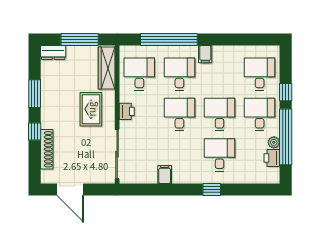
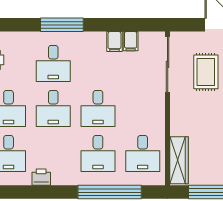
filing cabinet: (205, 54) -> (131, 41), moved, turned 180
rug: (91, 109) -> (206, 72), moved
printer: (127, 111) -> (41, 177), moved, turned 90
window: (212, 190) -> (62, 25), width x2.17

